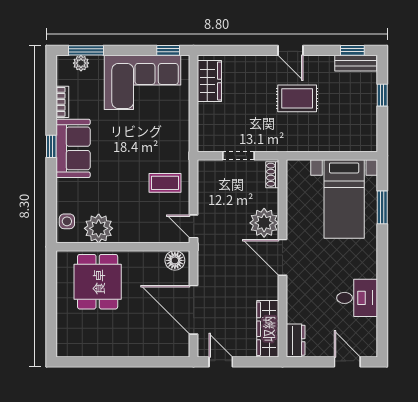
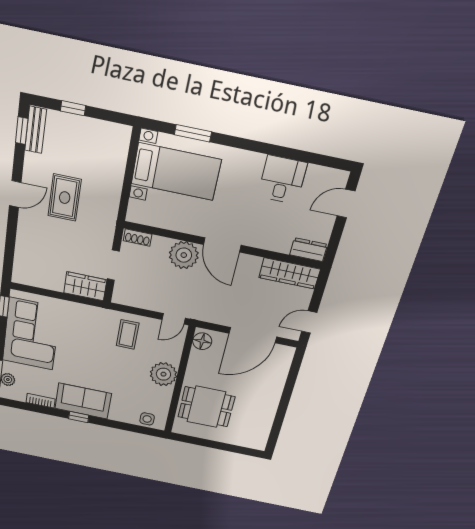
wardrobe: (209, 81) -> (85, 286), moved
plant: (99, 228) -> (163, 374), moved
door: (283, 257) -> (222, 245), hinge flipped

